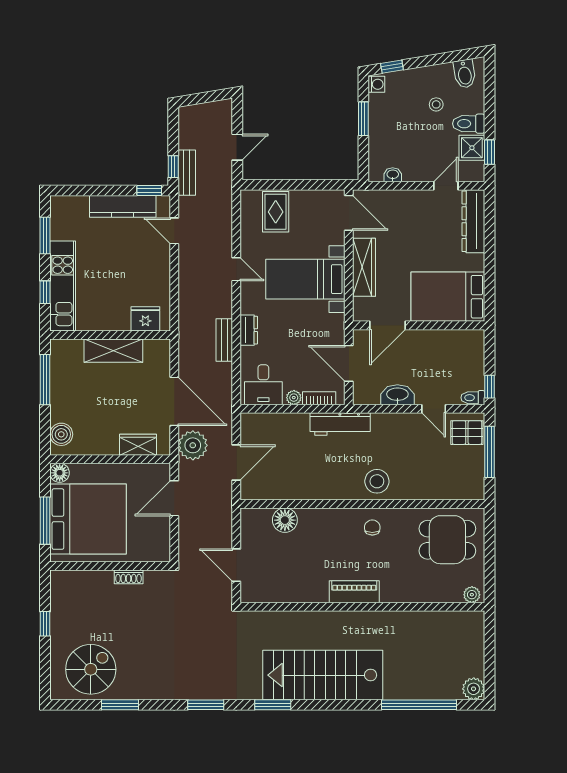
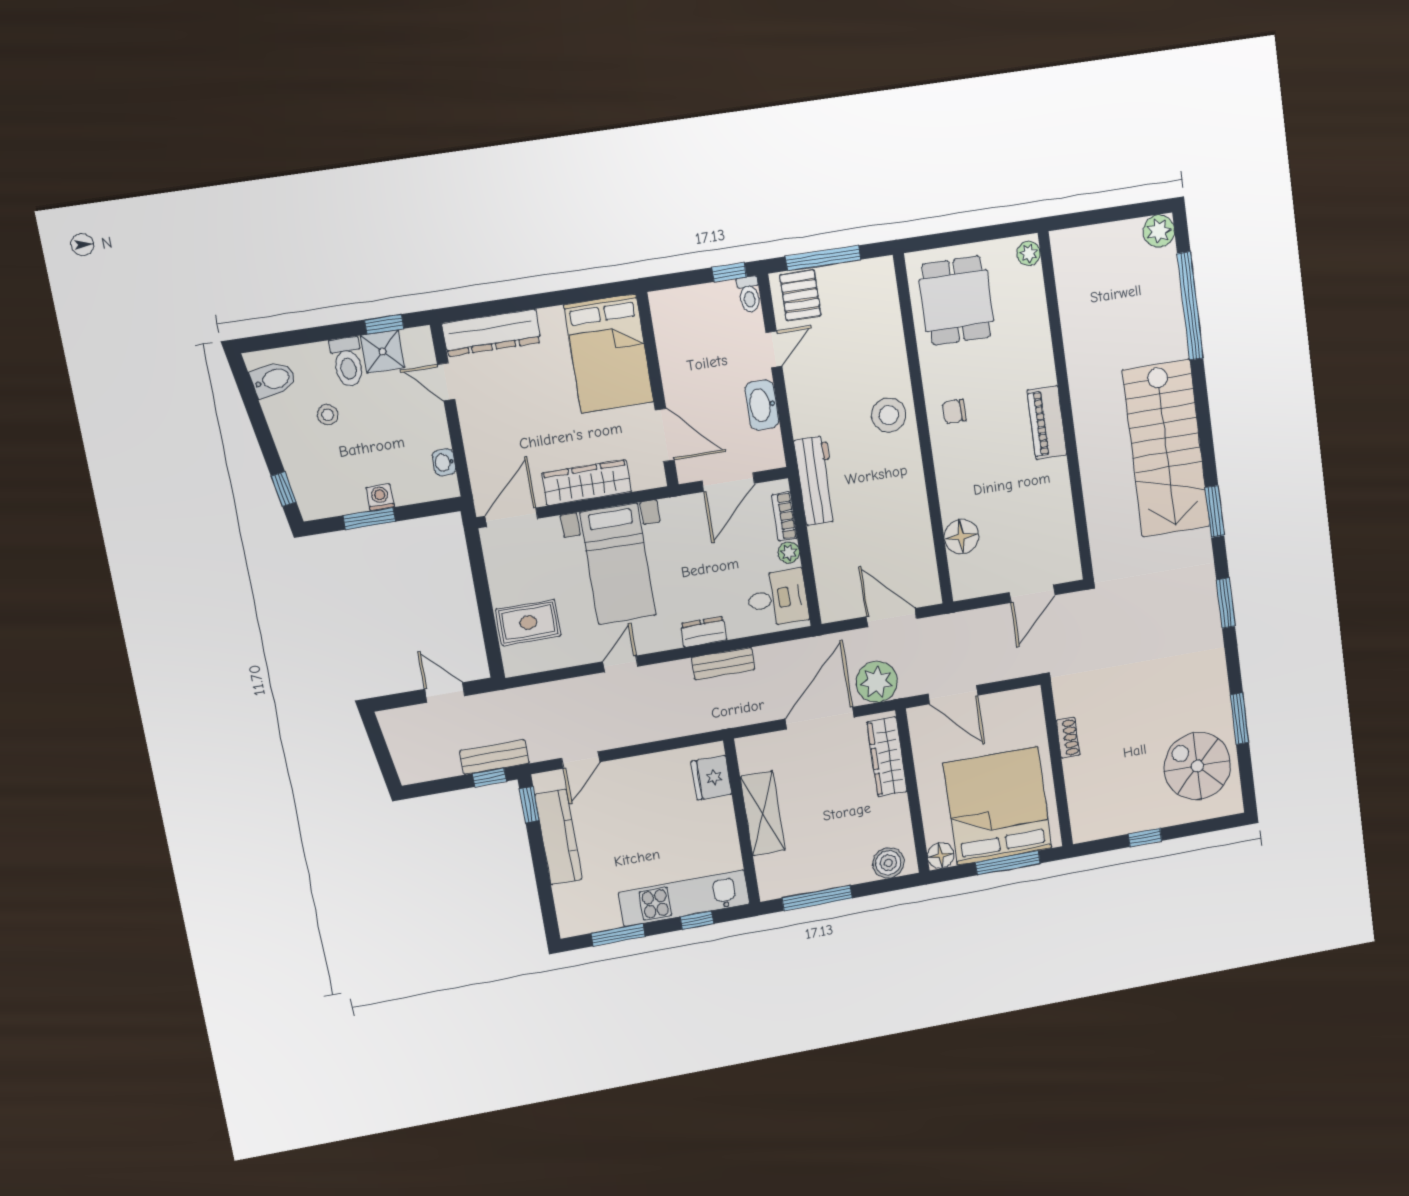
washing machine: (376, 84) -> (380, 497), moved
wardrobe: (138, 445) -> (887, 757), width x1.50

